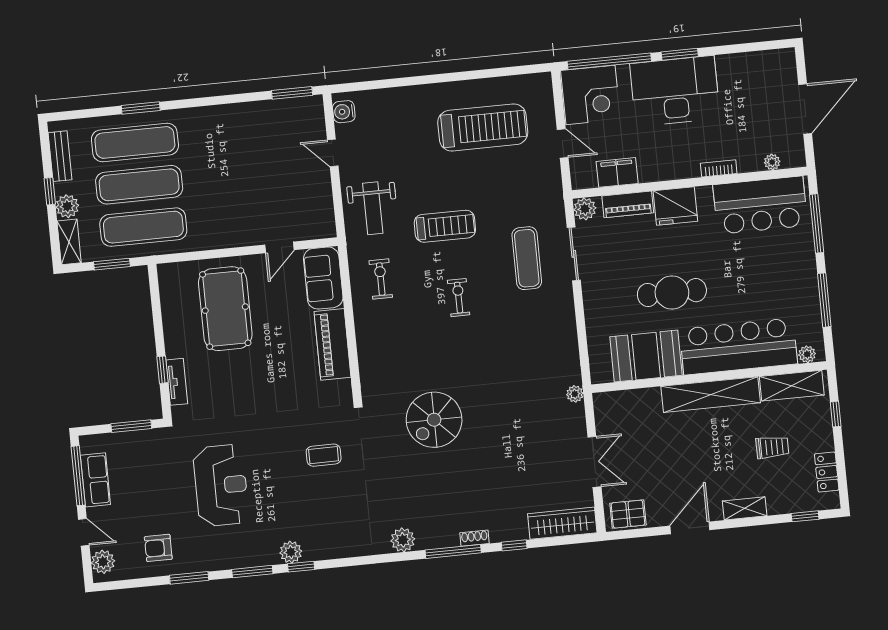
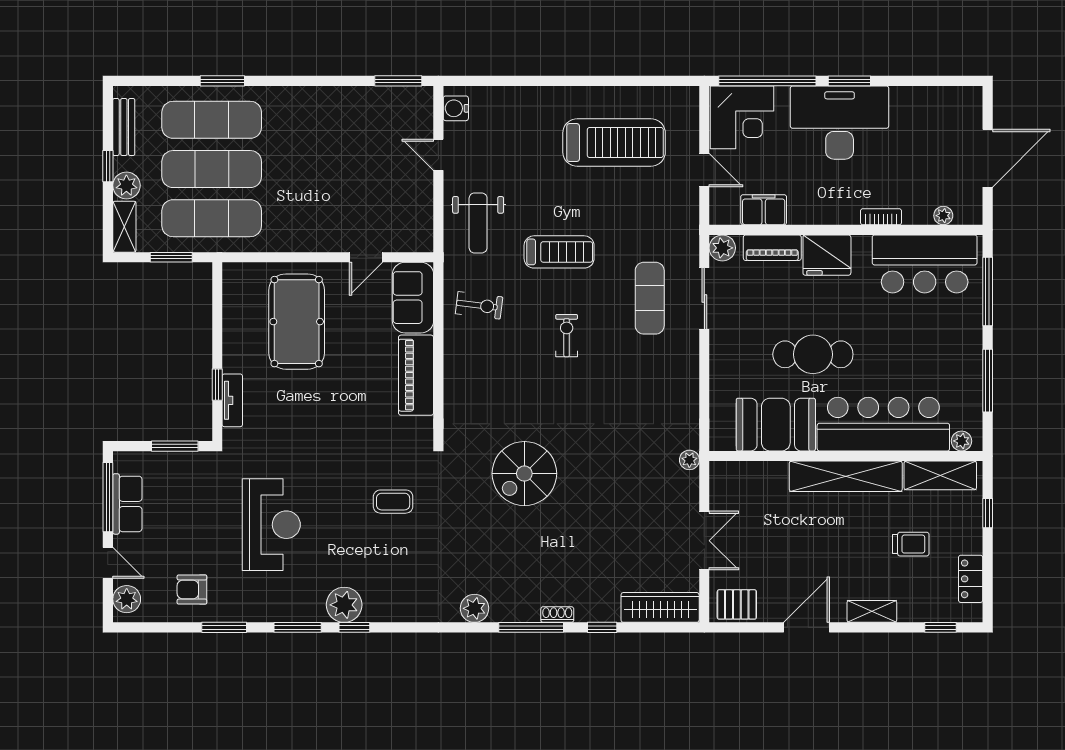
exercise bike: (381, 279) -> (479, 305), turned 97
plant: (291, 552) -> (344, 605), width x1.36, depth x1.36

